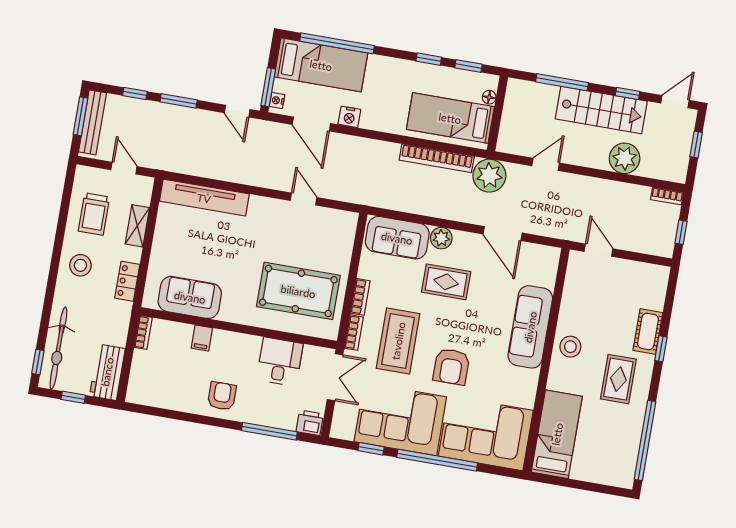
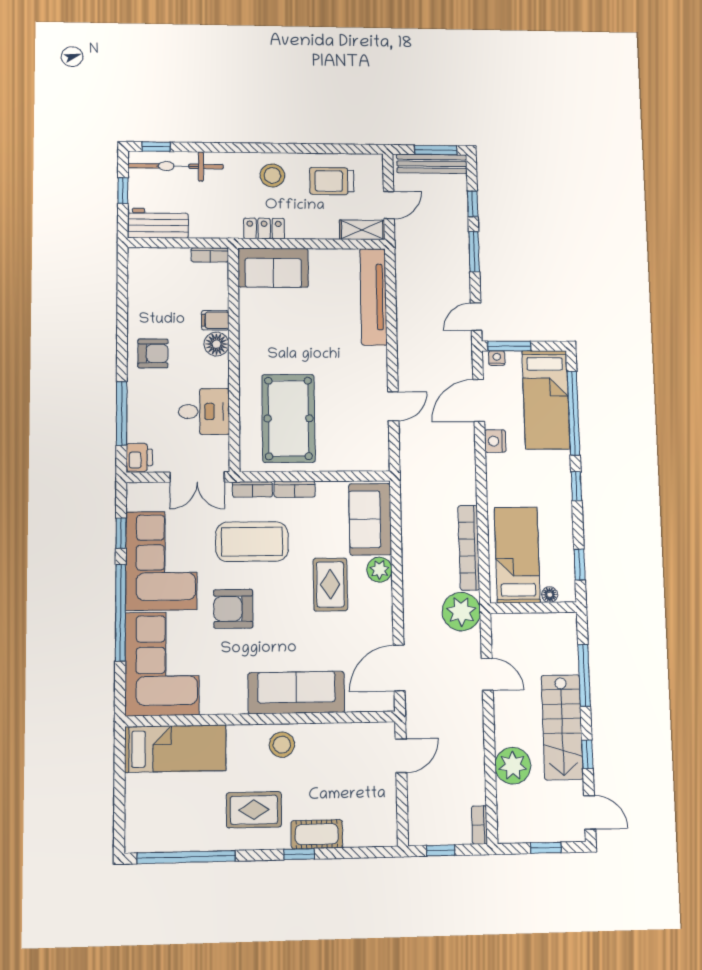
window: (429, 59) -> (576, 486), moved
shelving: (137, 226) -> (362, 230), moved
door: (503, 233) -> (399, 668), moved
sofa: (190, 297) -> (273, 268), moved, turned 90
floor lamp: (223, 341) -> (217, 344), added

